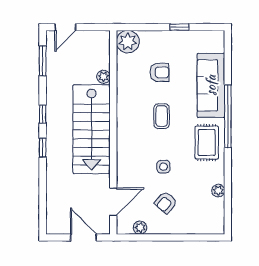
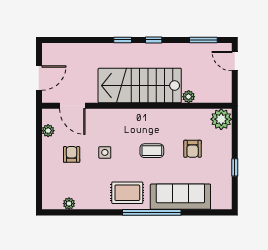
plant: (218, 191) -> (69, 204), moved
armchair: (166, 202) -> (72, 154), turned 49

